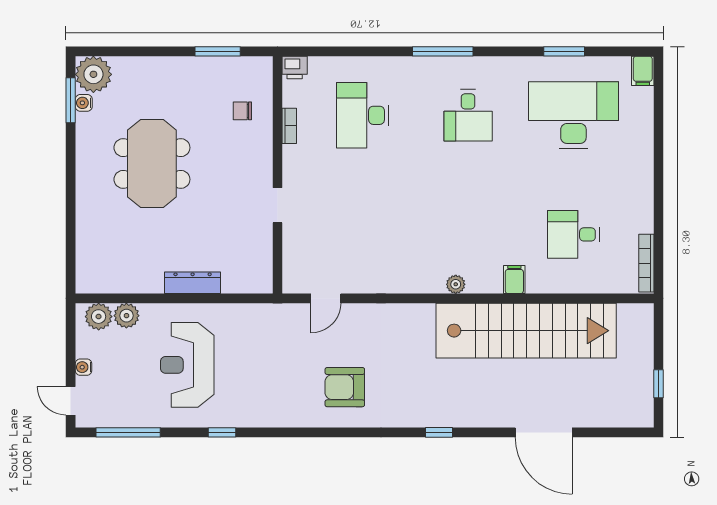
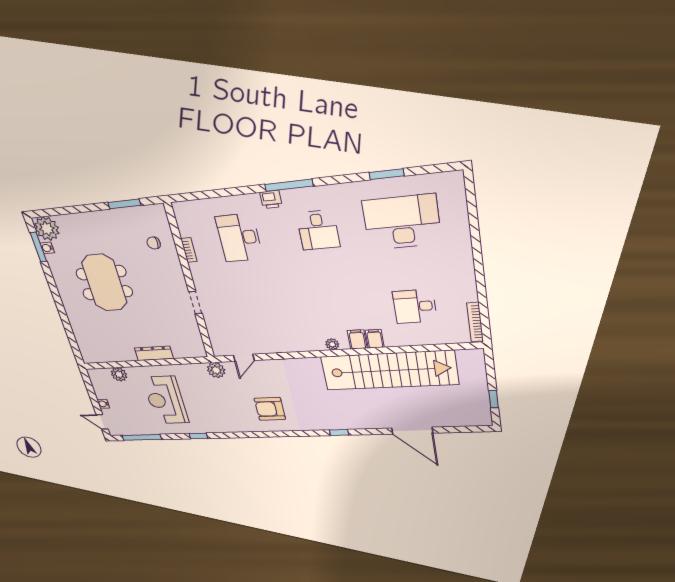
printer: (295, 67) -> (271, 199), moved
filing cabinet: (643, 71) -> (357, 339), moved, turned 180
plant: (99, 317) -> (216, 370), moved

